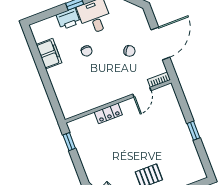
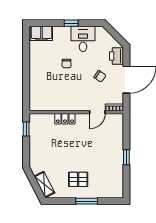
printer: (68, 19) -> (116, 56), moved, turned 90
filing cabinet: (49, 54) -> (41, 33), moved, turned 90

